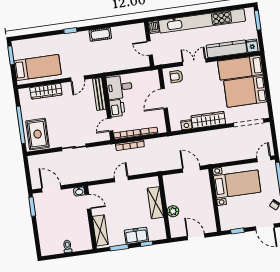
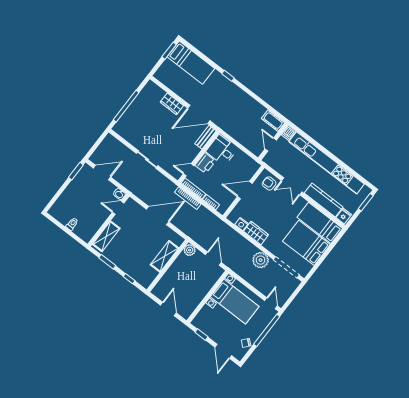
cot: (100, 34) -> (273, 121), moved
double door: (194, 62) -> (292, 186), swing flipped
bed: (38, 68) -> (191, 63), moved
door: (78, 79) -> (199, 114), width x1.87
wardrobe: (46, 91) -> (172, 104), width x0.67
bench: (99, 94) -> (206, 137), width x0.73
wardrobe: (208, 120) -> (256, 233), width x0.67
rug: (38, 134) -> (131, 124), removed
plant: (225, 136) -> (261, 260), added
door: (264, 159) -> (271, 303), hinge flipped
door: (121, 179) -> (158, 216), width x1.87
door: (51, 189) -> (102, 173), hinge flipped
door: (88, 202) -> (118, 208), swing flipped
plant: (173, 211) -> (190, 250), moved
freezer: (136, 236) -> (128, 266), removed

